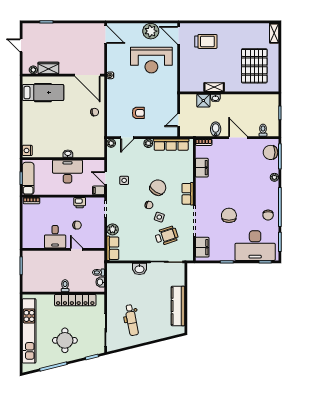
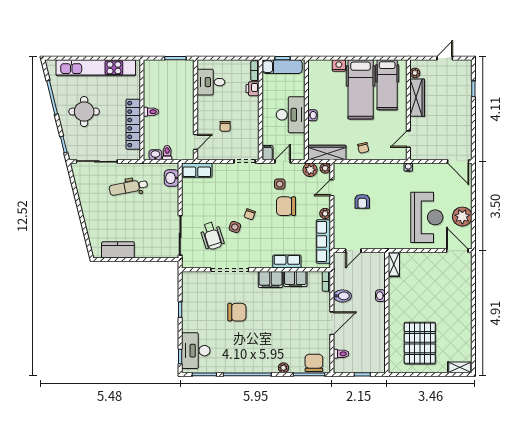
door: (106, 35) -> (458, 161), hinge flipped
door: (179, 35) -> (457, 251), hinge flipped
trolley: (206, 41) -> (450, 284), removed
reception desk: (151, 60) -> (427, 217), turned 180
pallet: (254, 66) -> (420, 343), turned 90
wardrobe: (48, 68) -> (417, 98), width x1.50
door: (87, 75) -> (408, 139), width x0.53
shelving: (214, 87) -> (394, 264), moved
shower: (203, 101) -> (377, 281), removed
hospital bed: (47, 114) -> (361, 89), added
door: (179, 120) -> (353, 251), swing flipped
door: (127, 138) -> (332, 188), hinge flipped
wardrobe: (98, 142) -> (327, 152), added
nightstand: (27, 150) -> (339, 66), moved
chair: (158, 188) -> (286, 206), moved, turned 146
row of seats: (188, 194) -> (287, 262), moved
printer: (80, 203) -> (253, 89), moved
chair: (268, 215) -> (237, 360), removed
plant: (113, 229) -> (310, 170), moved
desk: (55, 237) -> (211, 82), moved
desk: (255, 246) -> (196, 351), width x0.73, depth x0.77
filing cabinet: (202, 247) -> (271, 279), moved
door: (77, 249) -> (195, 142), moved
washbasin: (139, 269) -> (171, 178), moved
kitchen counter: (178, 306) -> (118, 250), width x0.67
dental chair: (132, 320) -> (128, 187), moved

